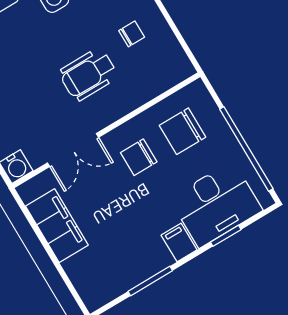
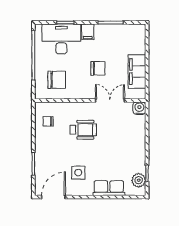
chair: (132, 34) -> (48, 121), moved
chair: (139, 157) -> (98, 68), moved

